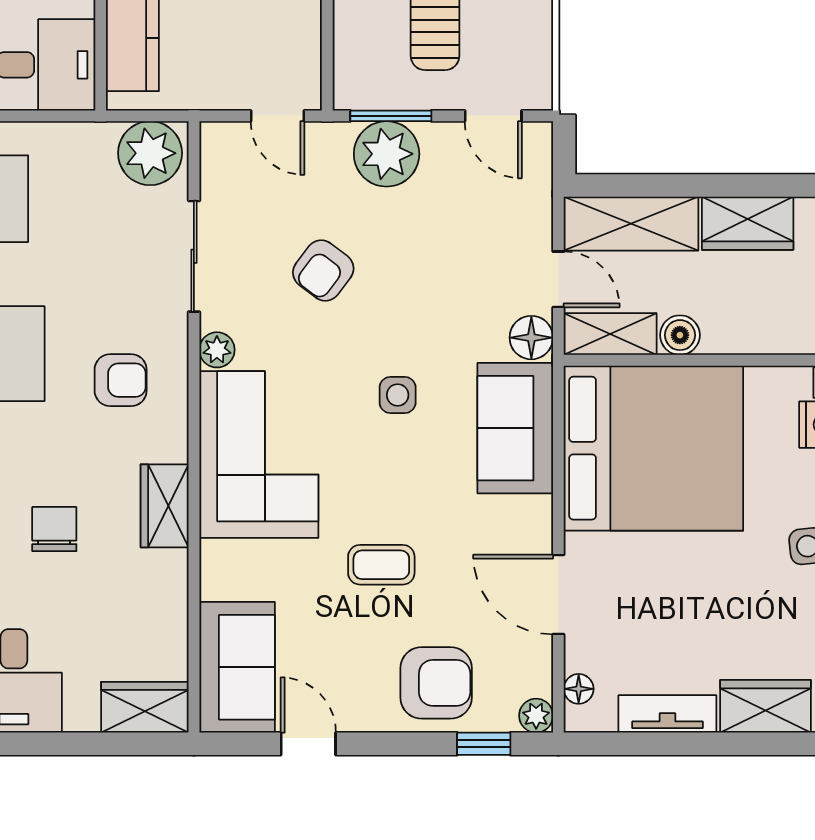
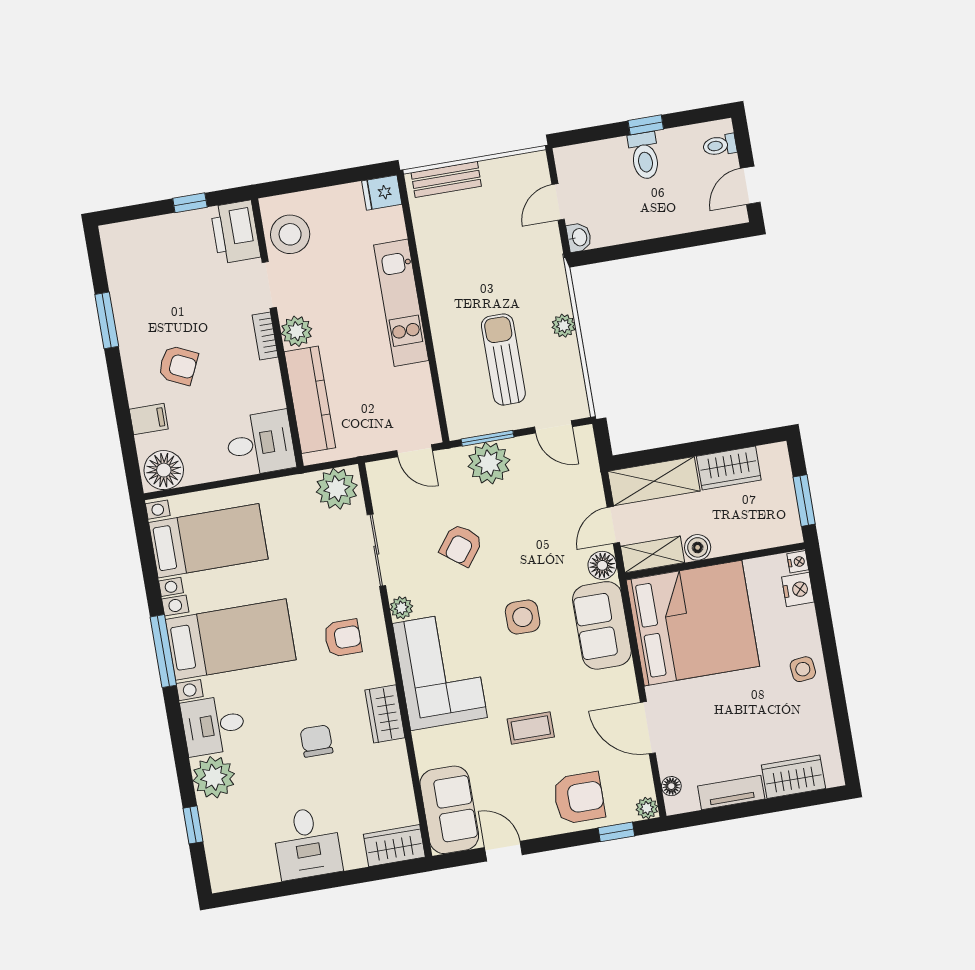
door: (558, 279) -> (613, 525), swing flipped
side table: (398, 395) -> (523, 617), width x1.37, depth x1.37

